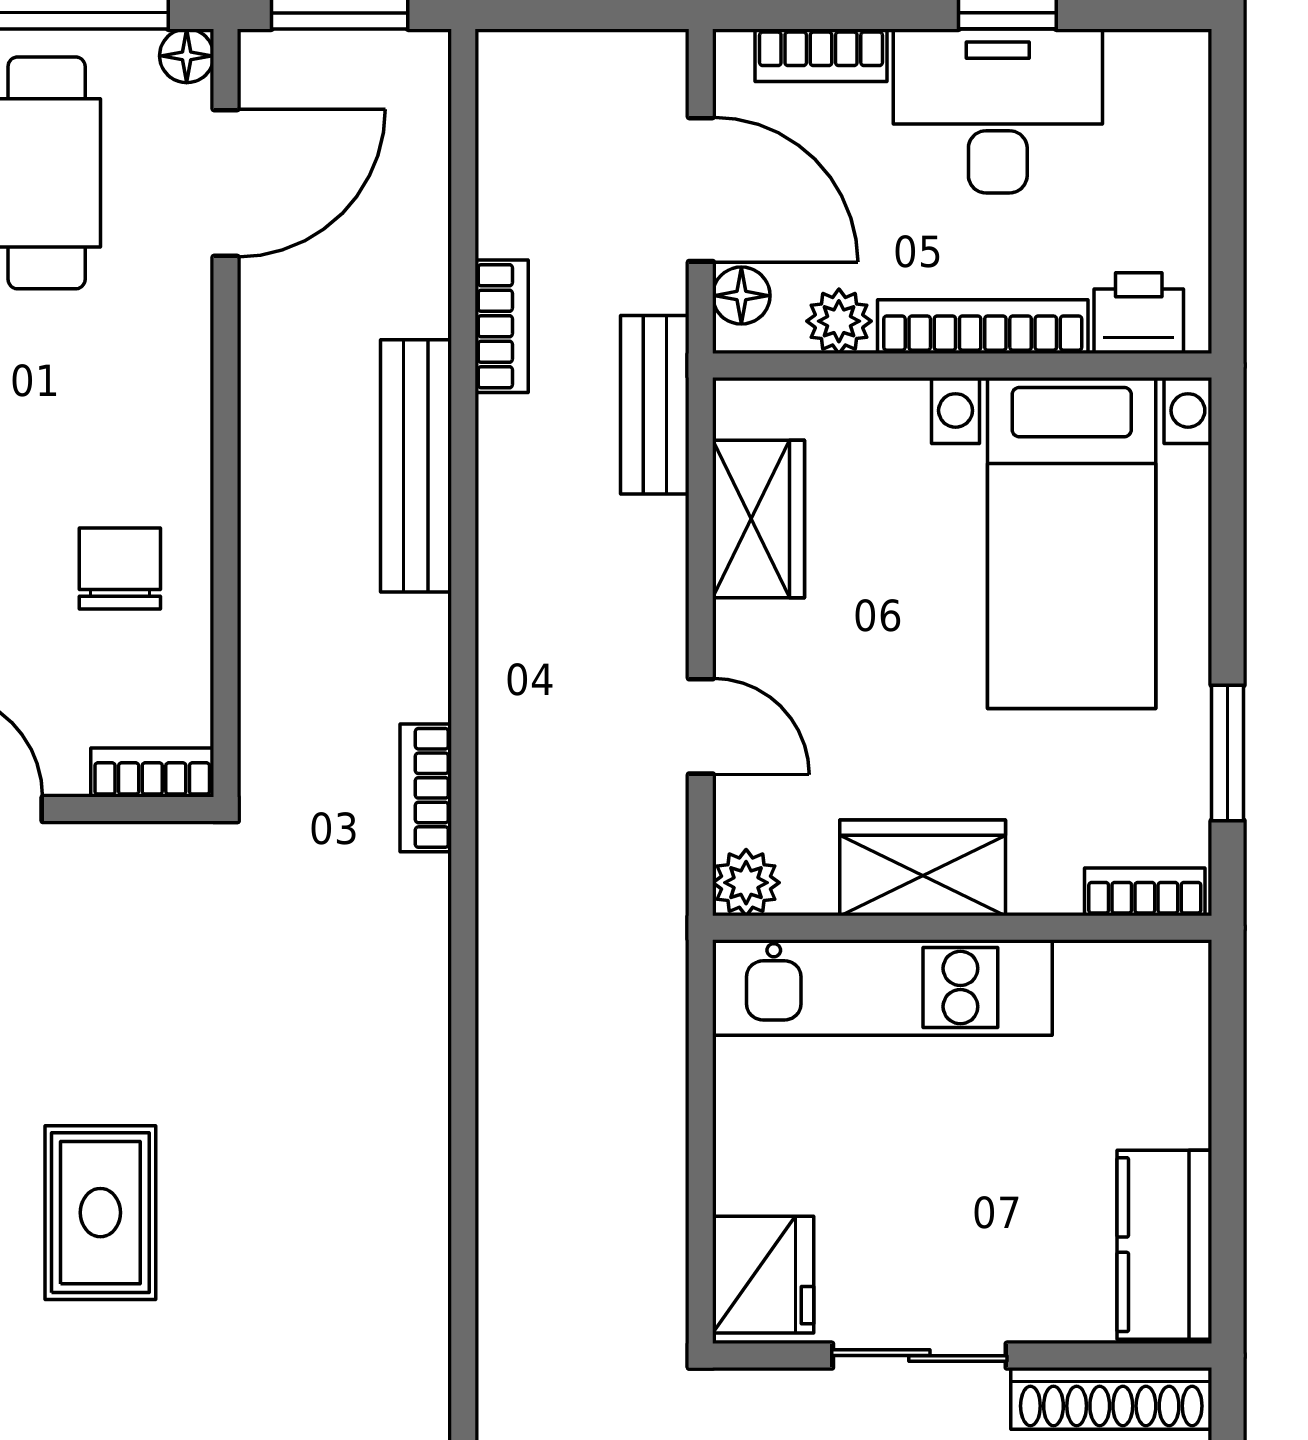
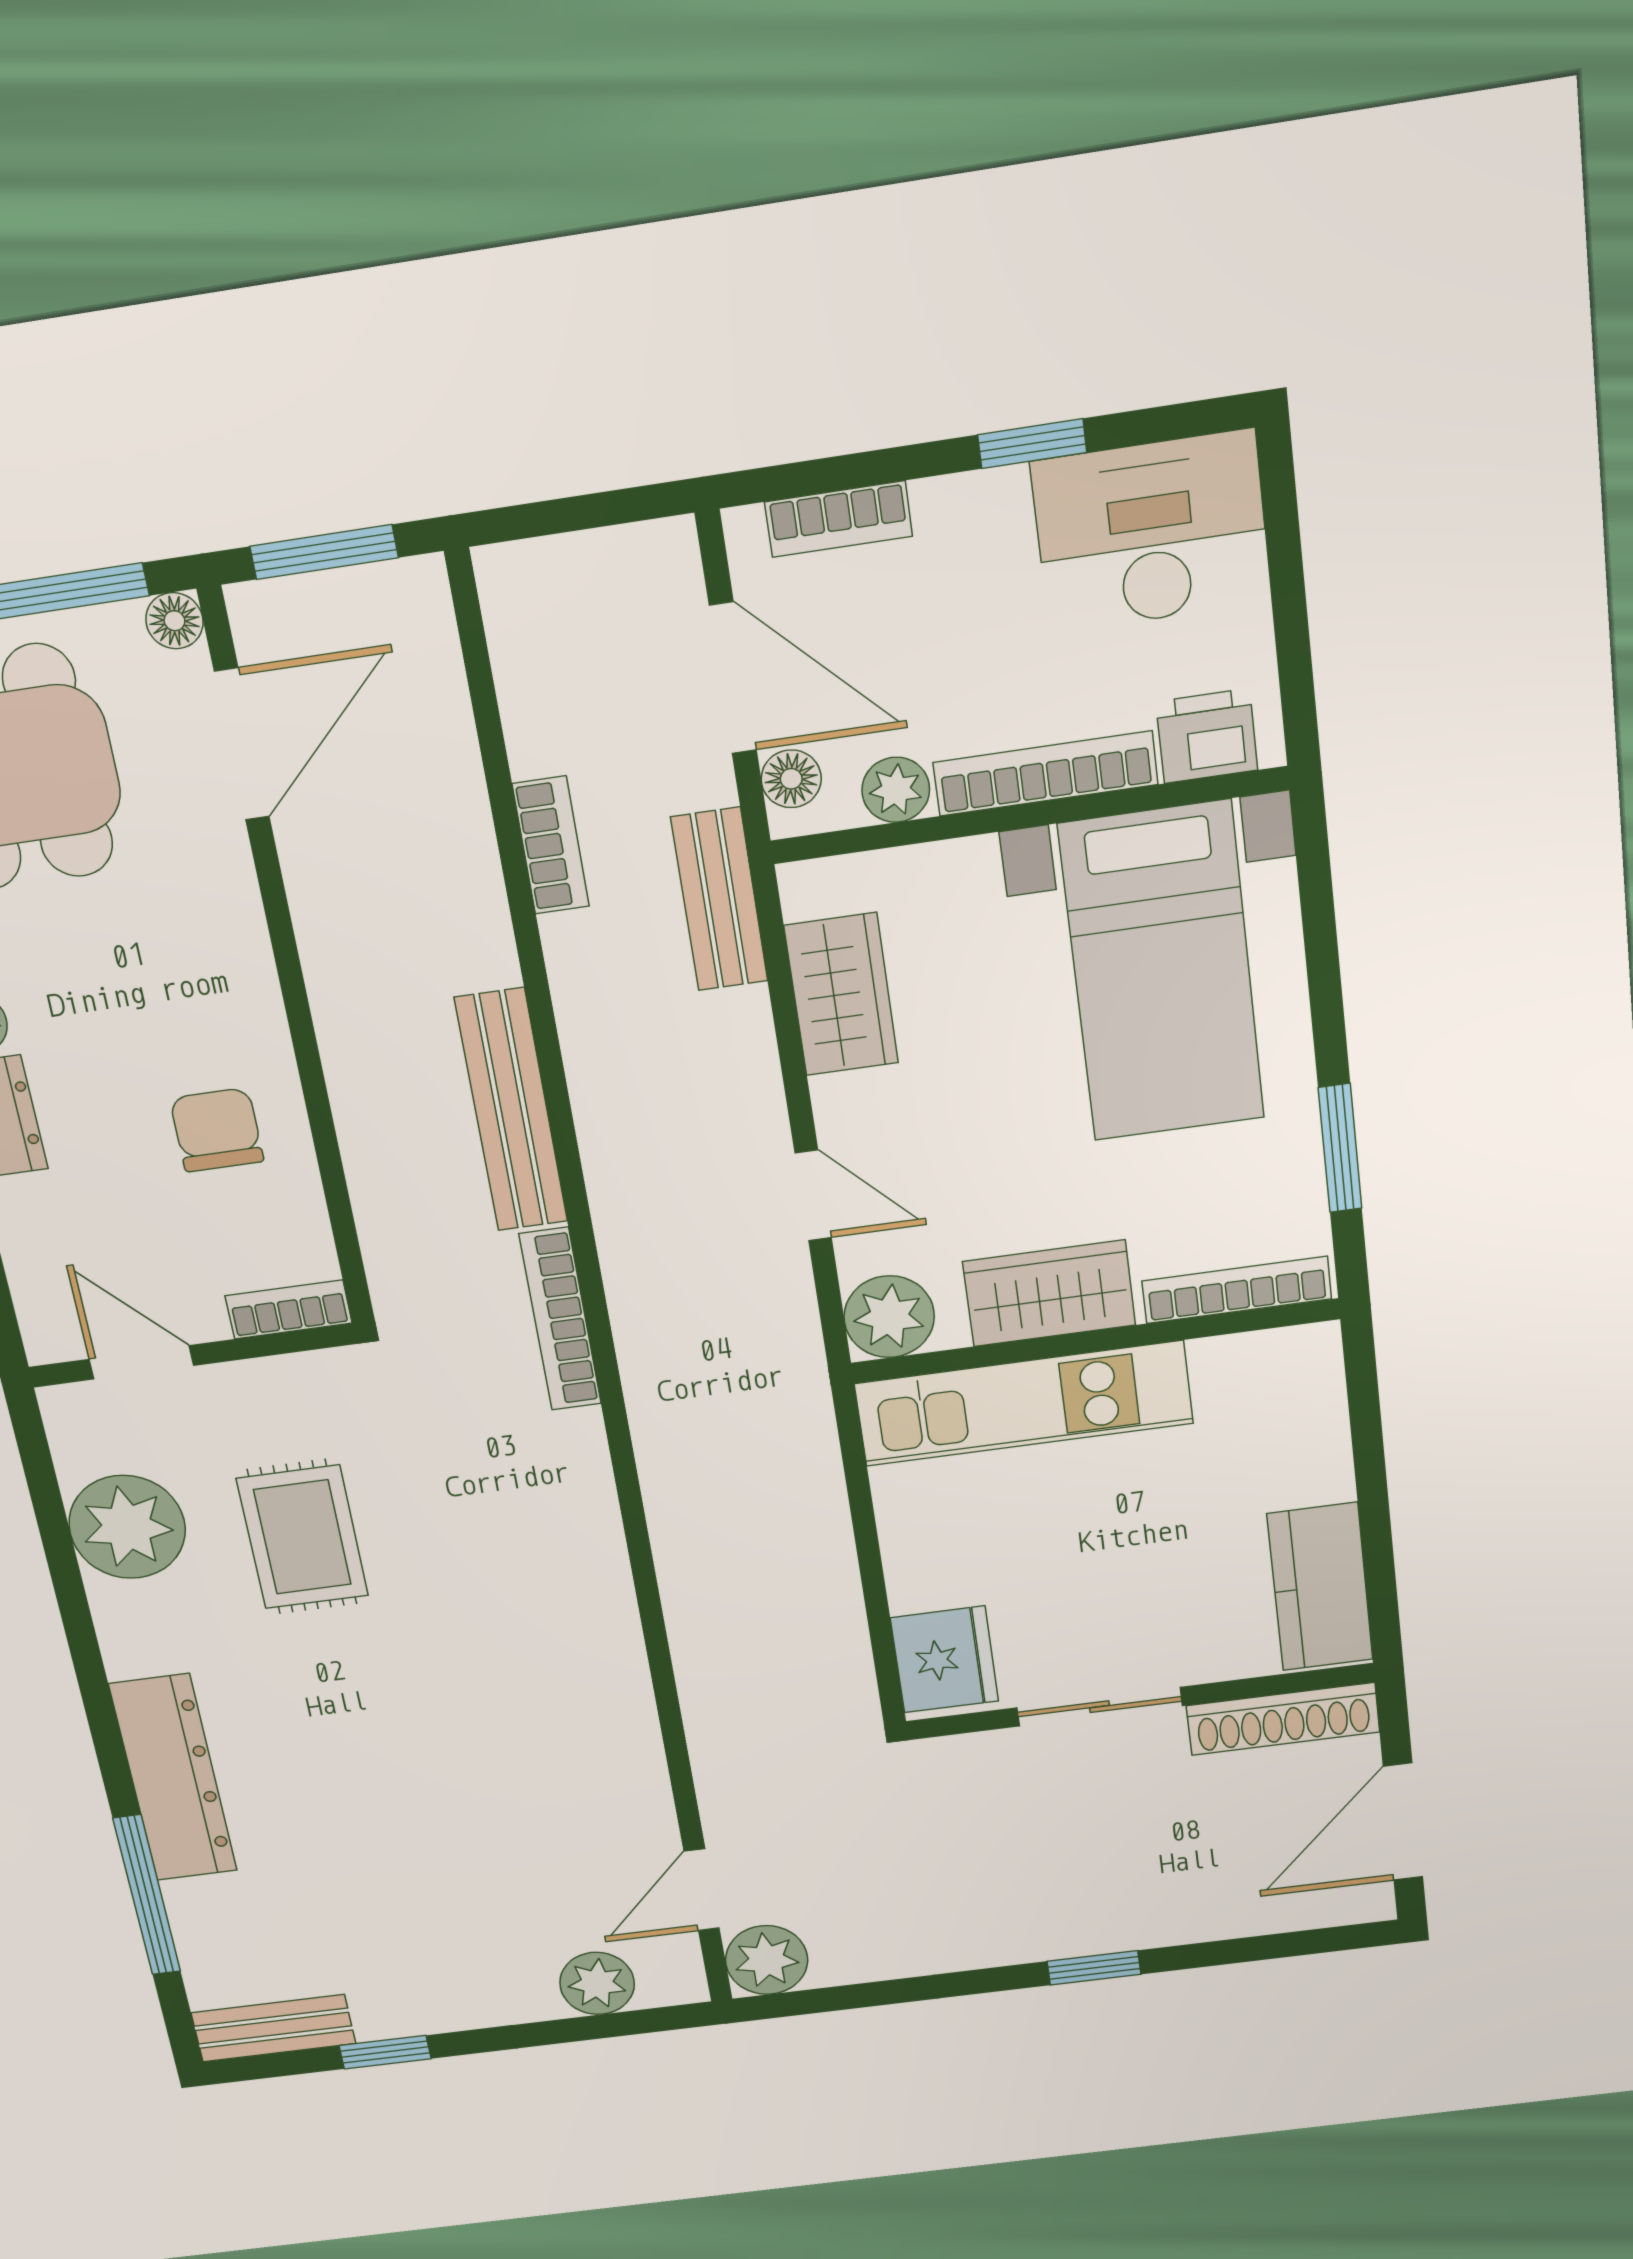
desk: (998, 111) -> (1151, 532), moved
bench: (416, 466) -> (511, 1110), moved
bookcase: (426, 788) -> (560, 1319), width x1.56
plant: (746, 883) -> (889, 1317), width x1.38, depth x1.38
bookcase: (1145, 892) -> (1237, 1290), width x1.56
rug: (100, 1213) -> (302, 1537), moved

